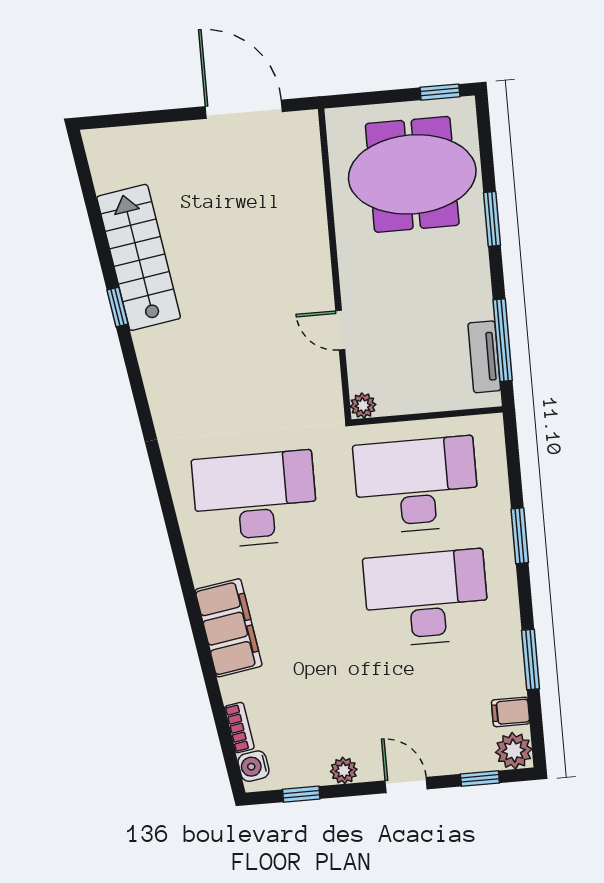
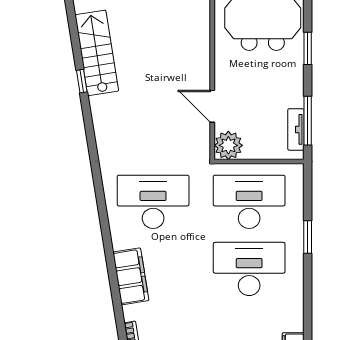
door: (340, 330) -> (212, 106), width x1.38
plant: (363, 406) -> (228, 145), width x1.87, depth x1.87
window: (531, 660) -> (308, 311), removed

